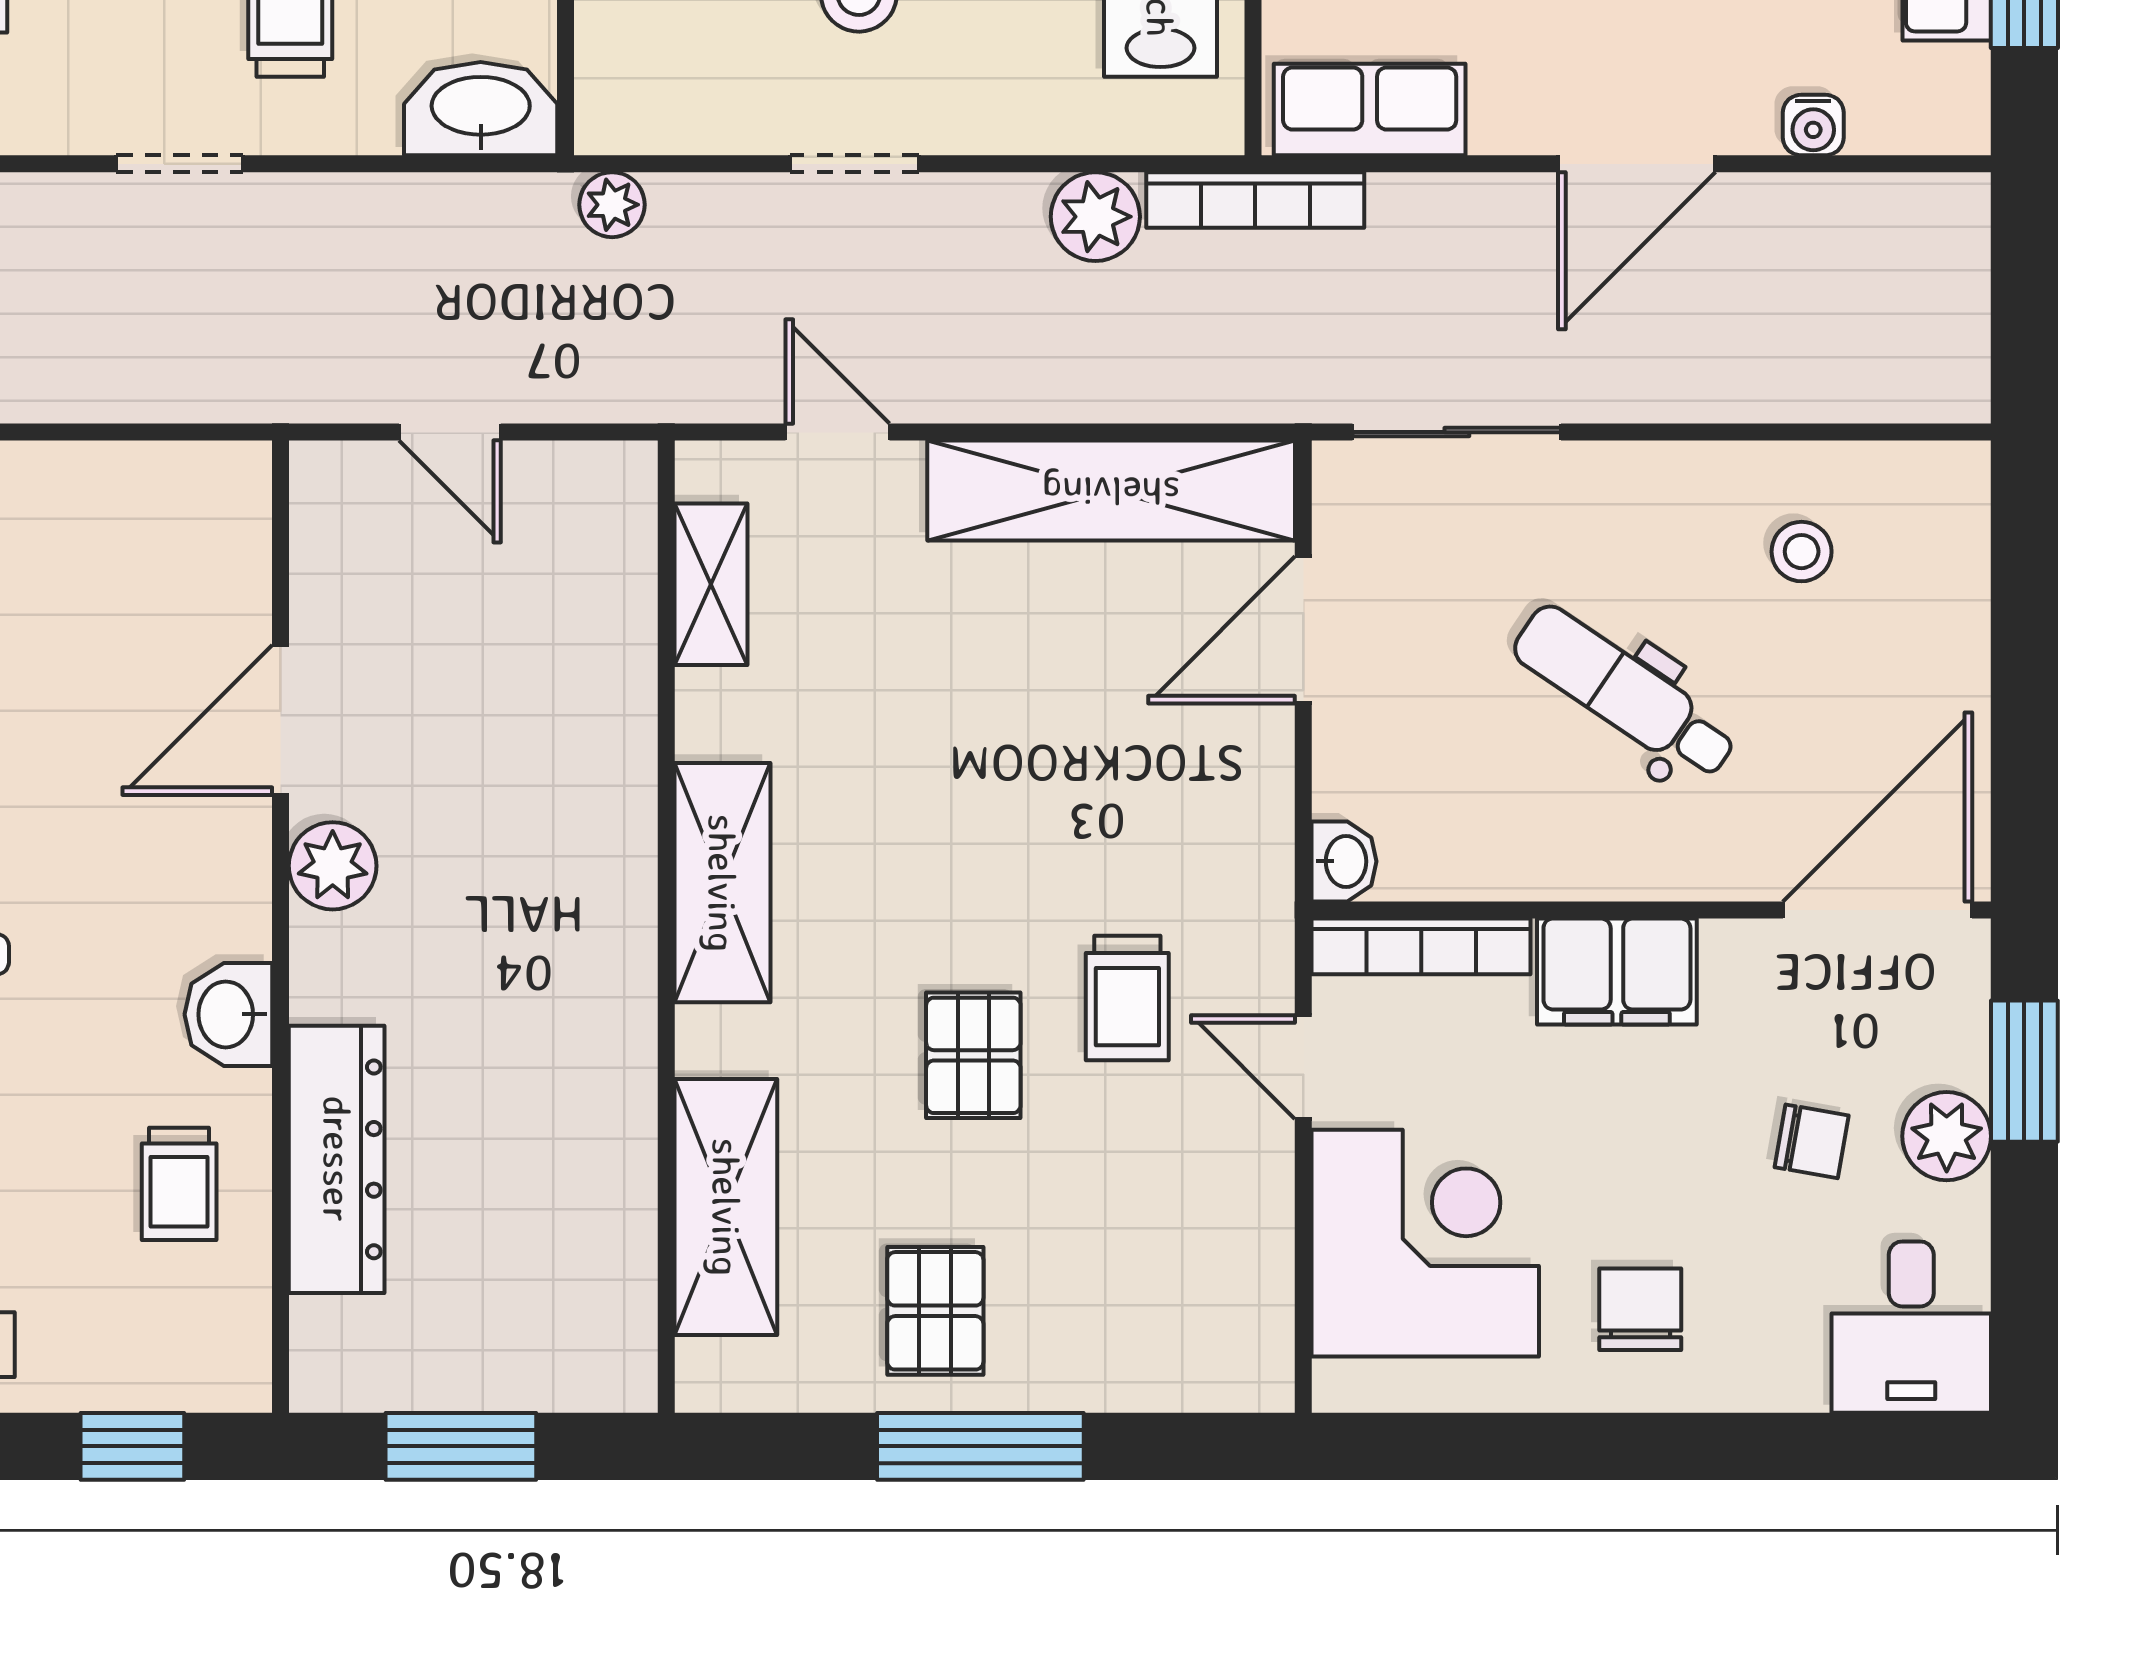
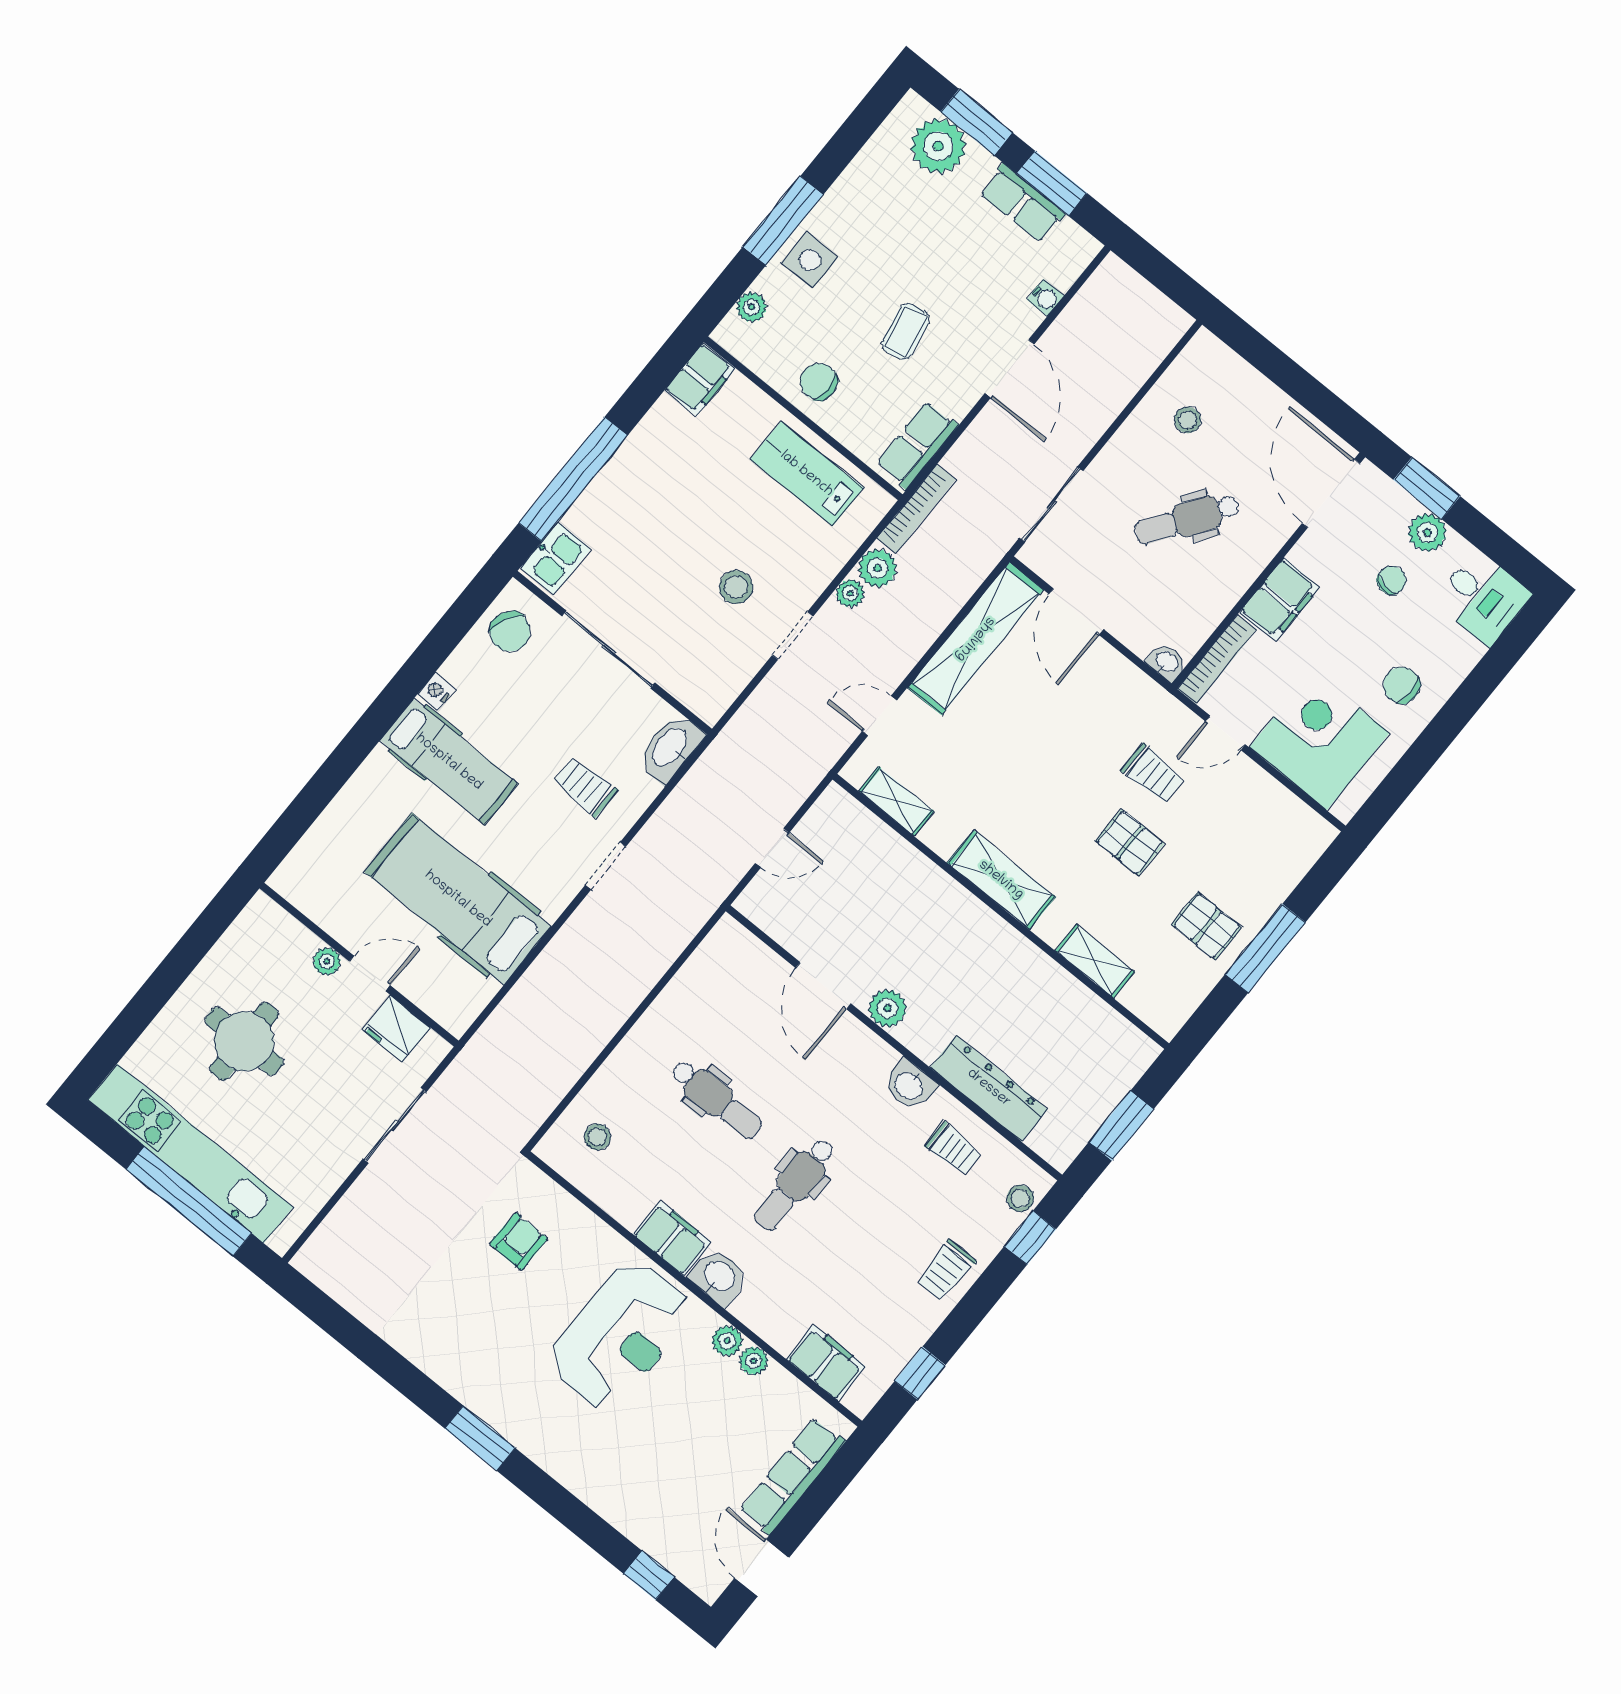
plant: (612, 205) -> (850, 593), moved
shelving: (726, 1207) -> (1095, 961), width x0.67, depth x0.75
stool: (188, 1373) -> (1020, 1198), added

